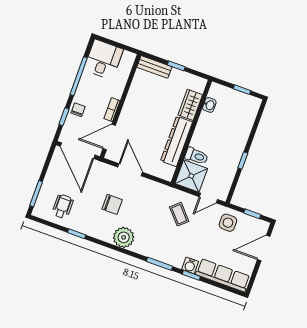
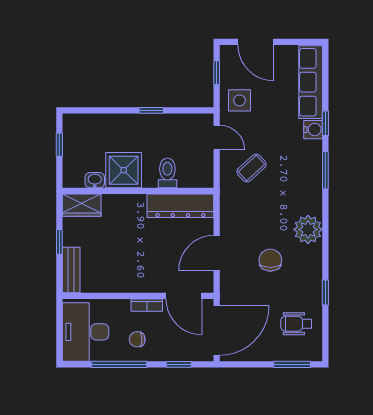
desk: (103, 60) -> (85, 332), width x1.37
wardrobe: (190, 105) -> (82, 205), moved
chair: (78, 110) -> (137, 339), moved
dresser: (177, 141) -> (180, 206), moved
shower: (191, 176) -> (124, 170), moved

